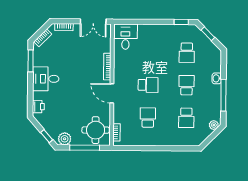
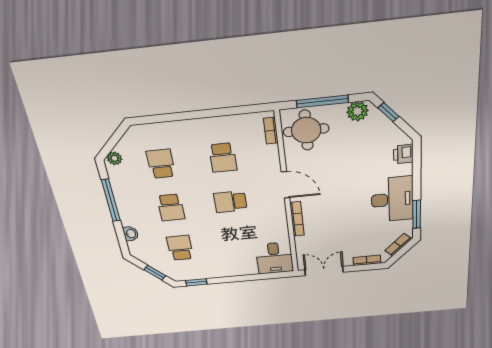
washbasin: (217, 78) -> (131, 234), moved
desk: (46, 79) -> (392, 199), width x1.37

